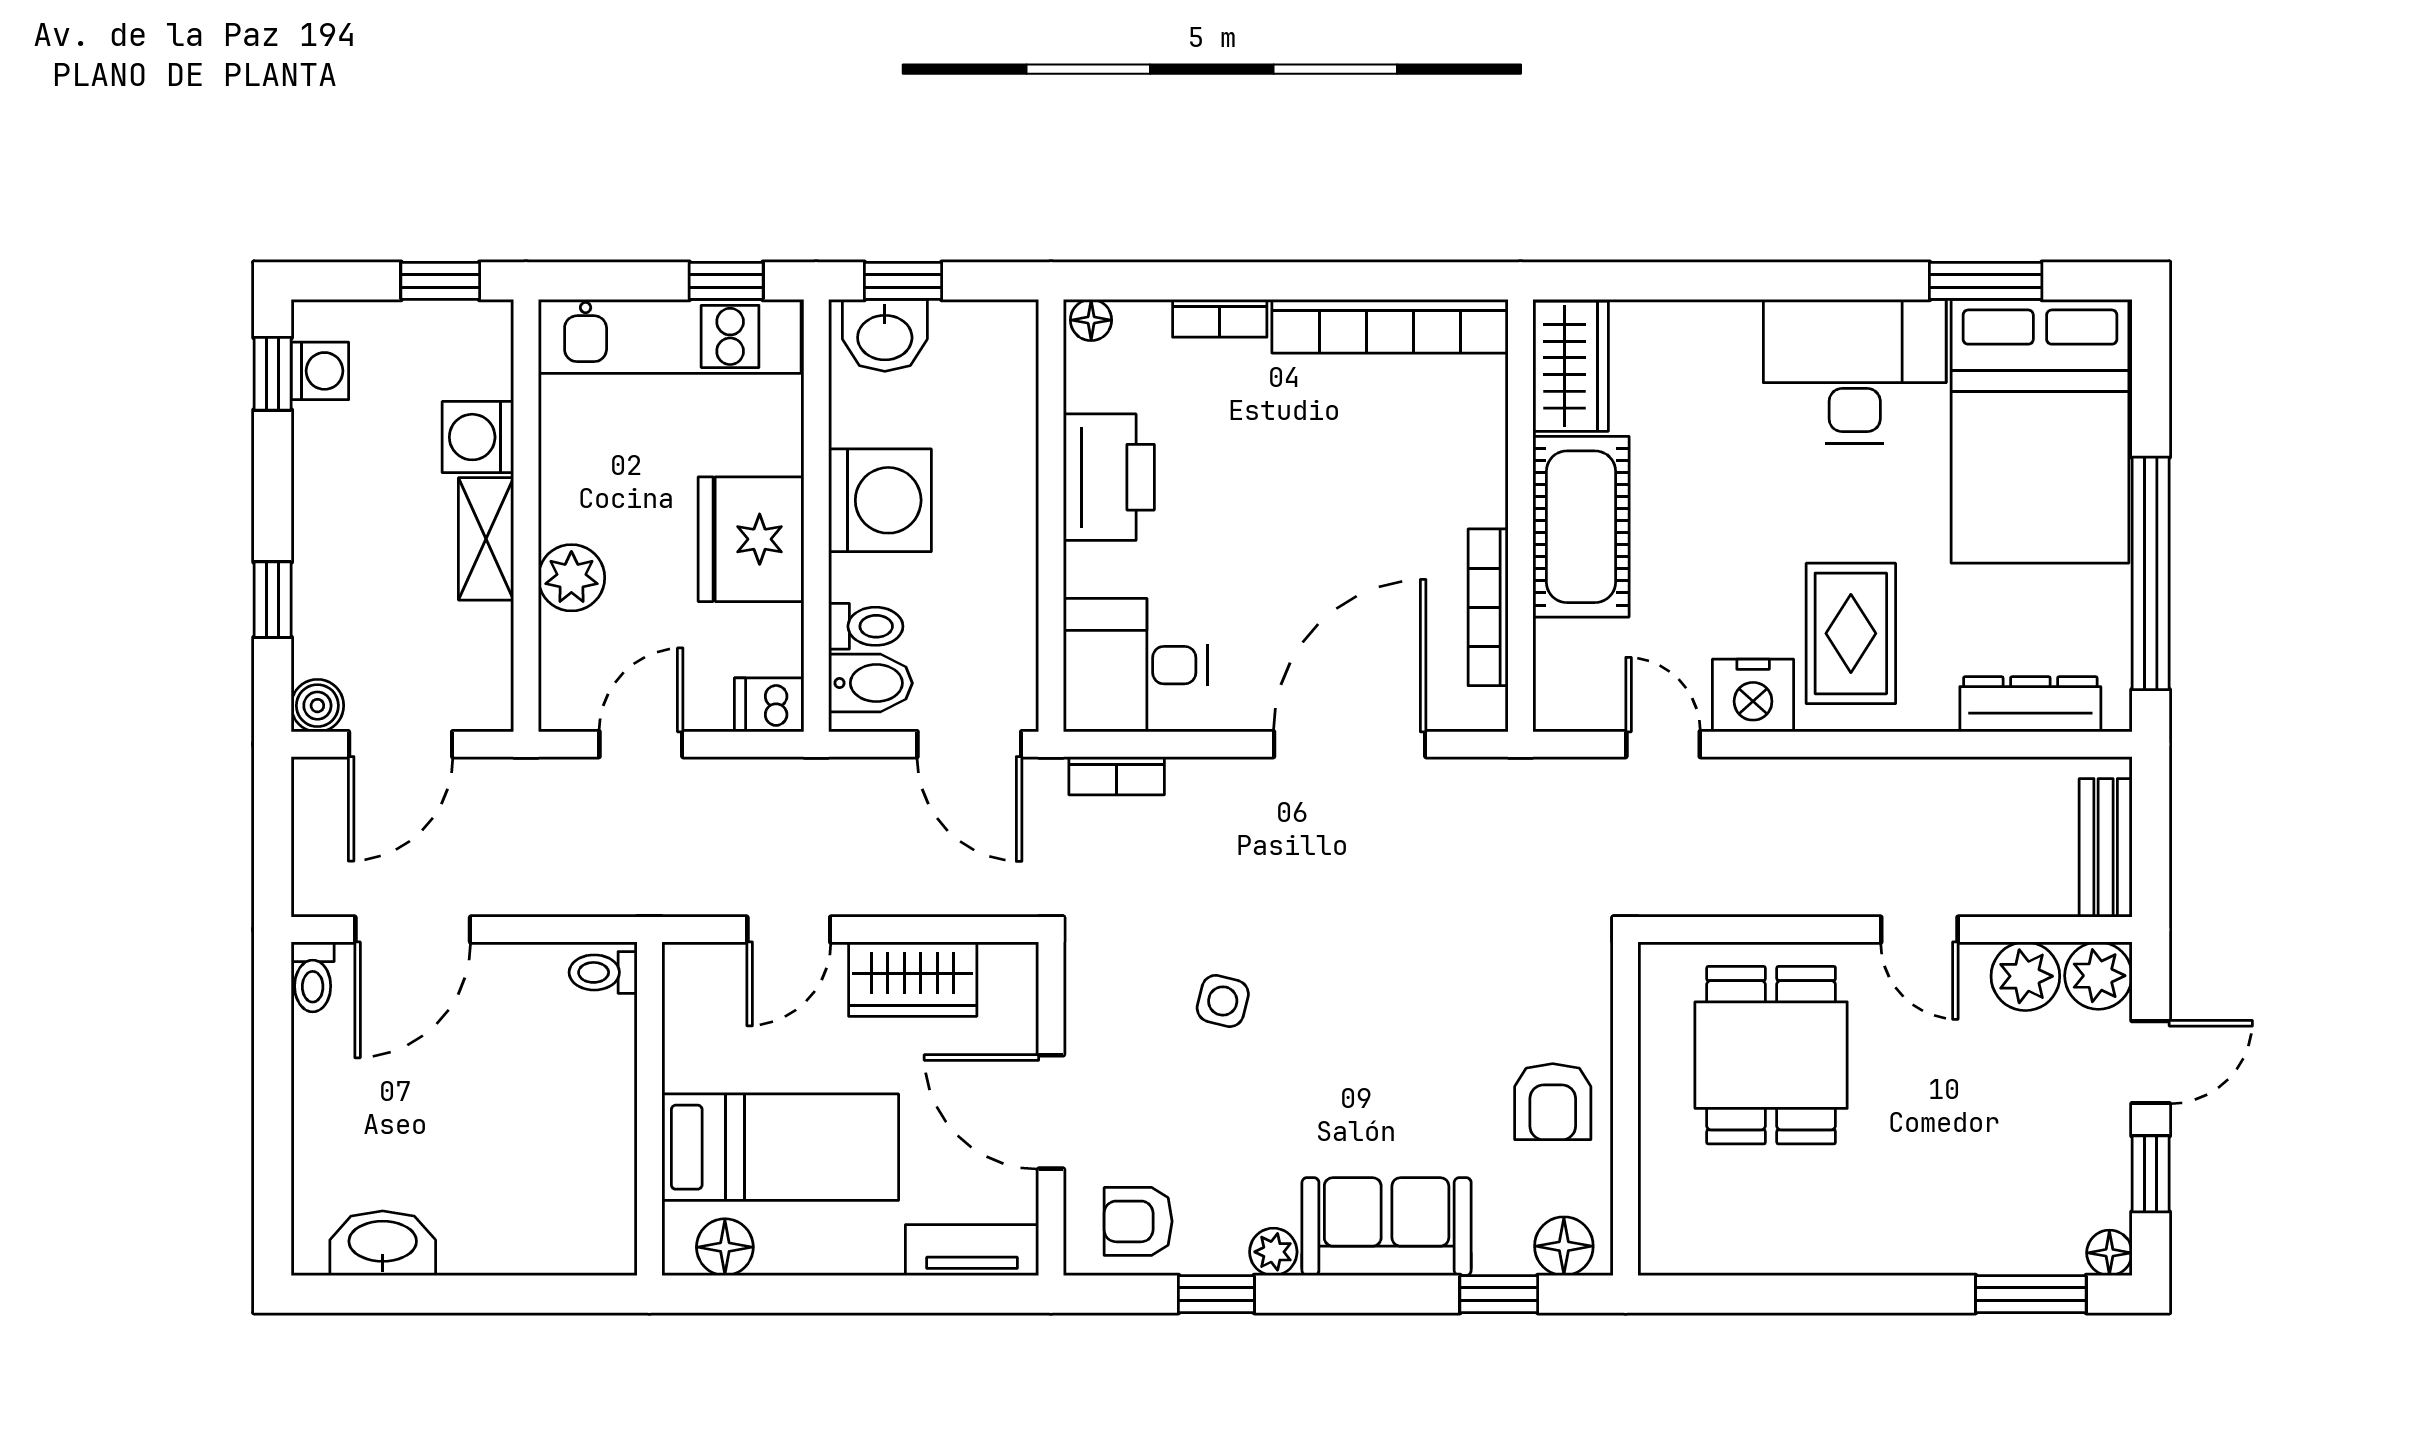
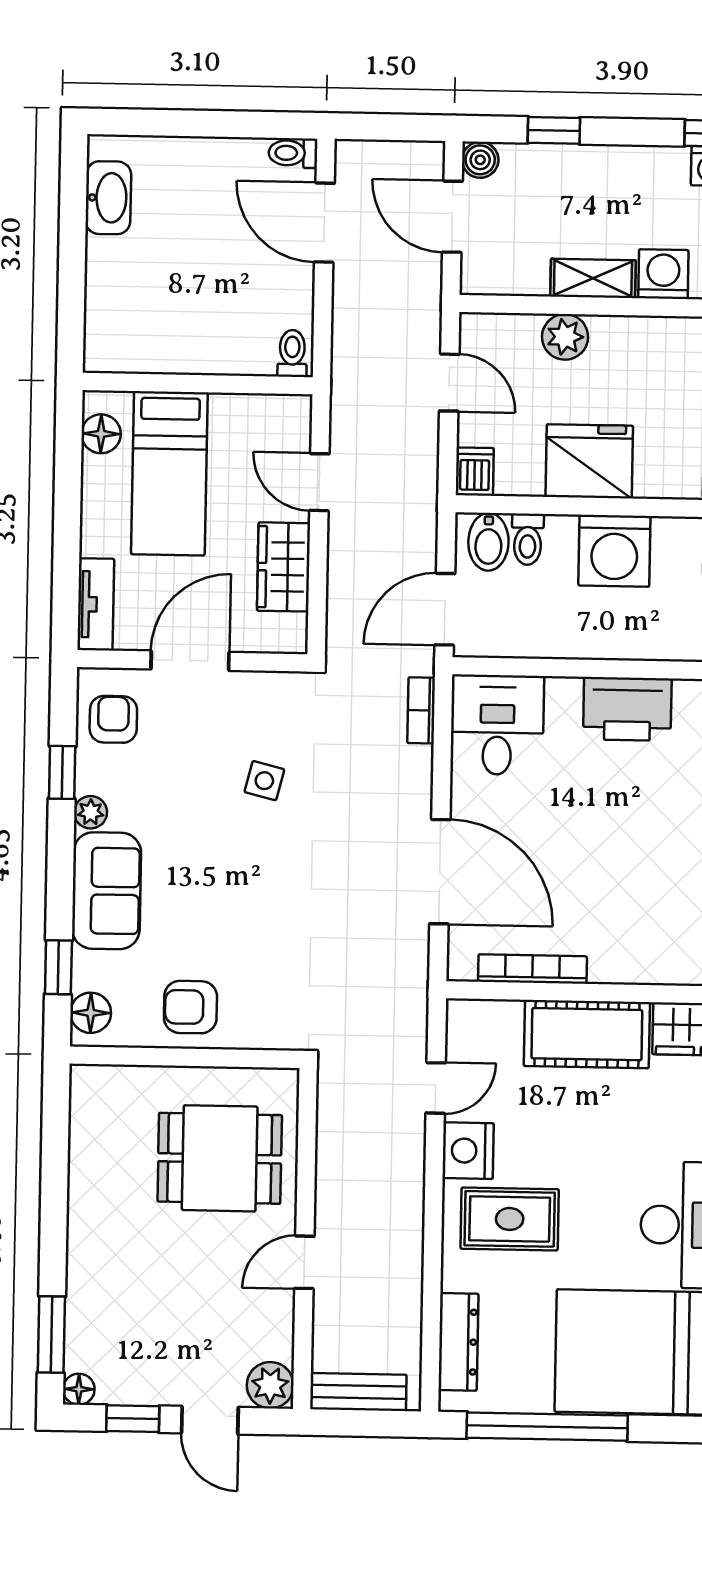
plant: (2025, 976) -> (271, 1335), removed

